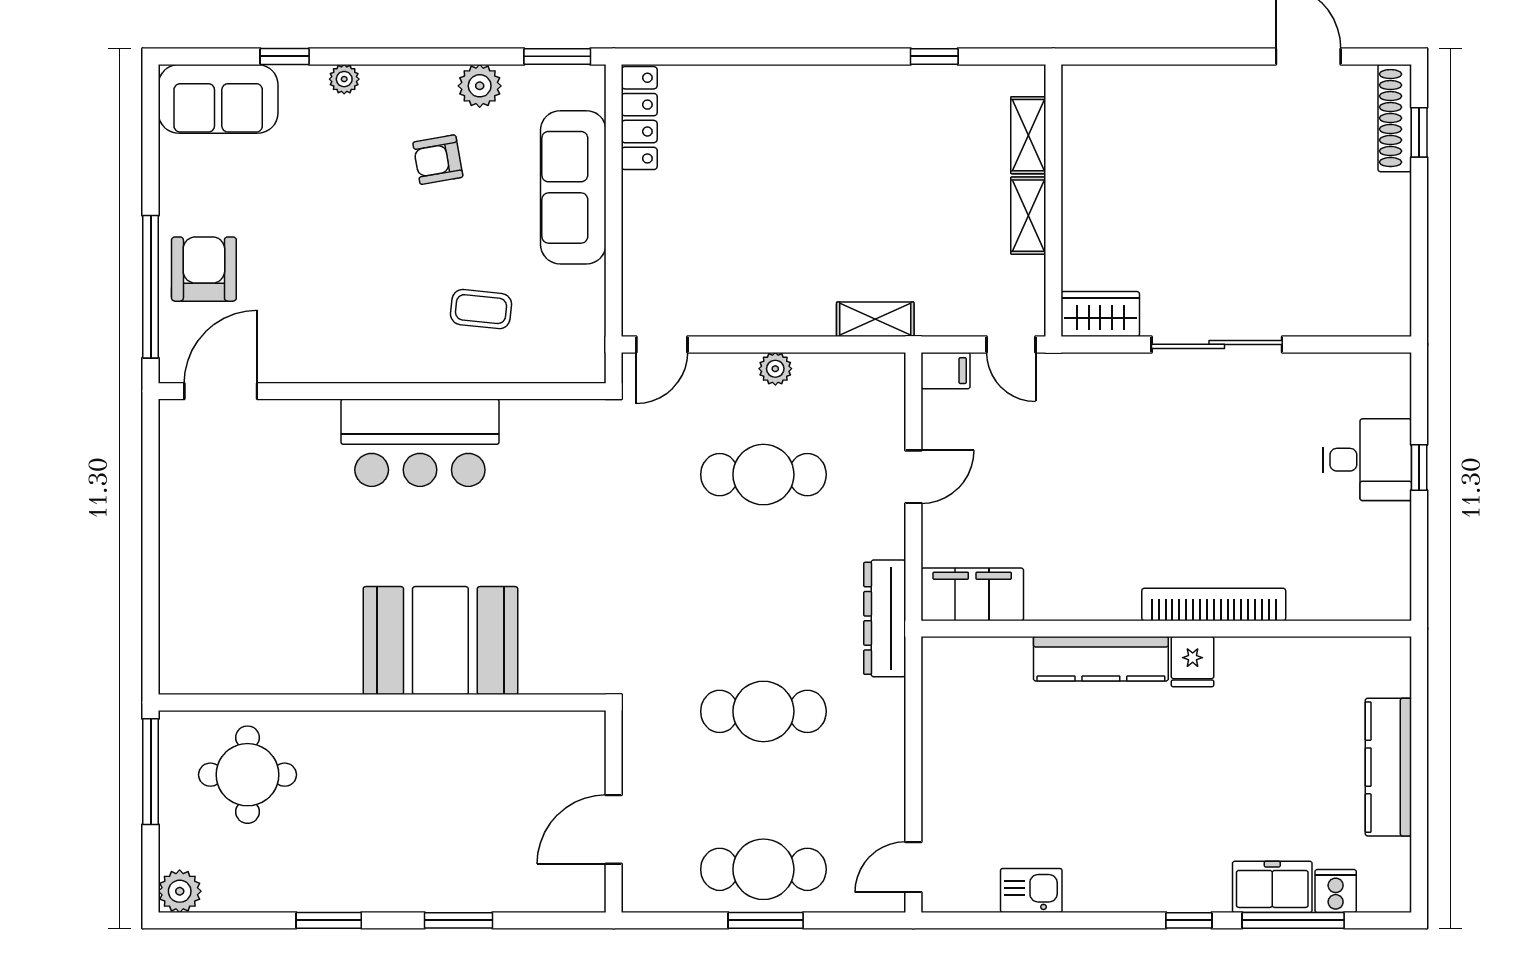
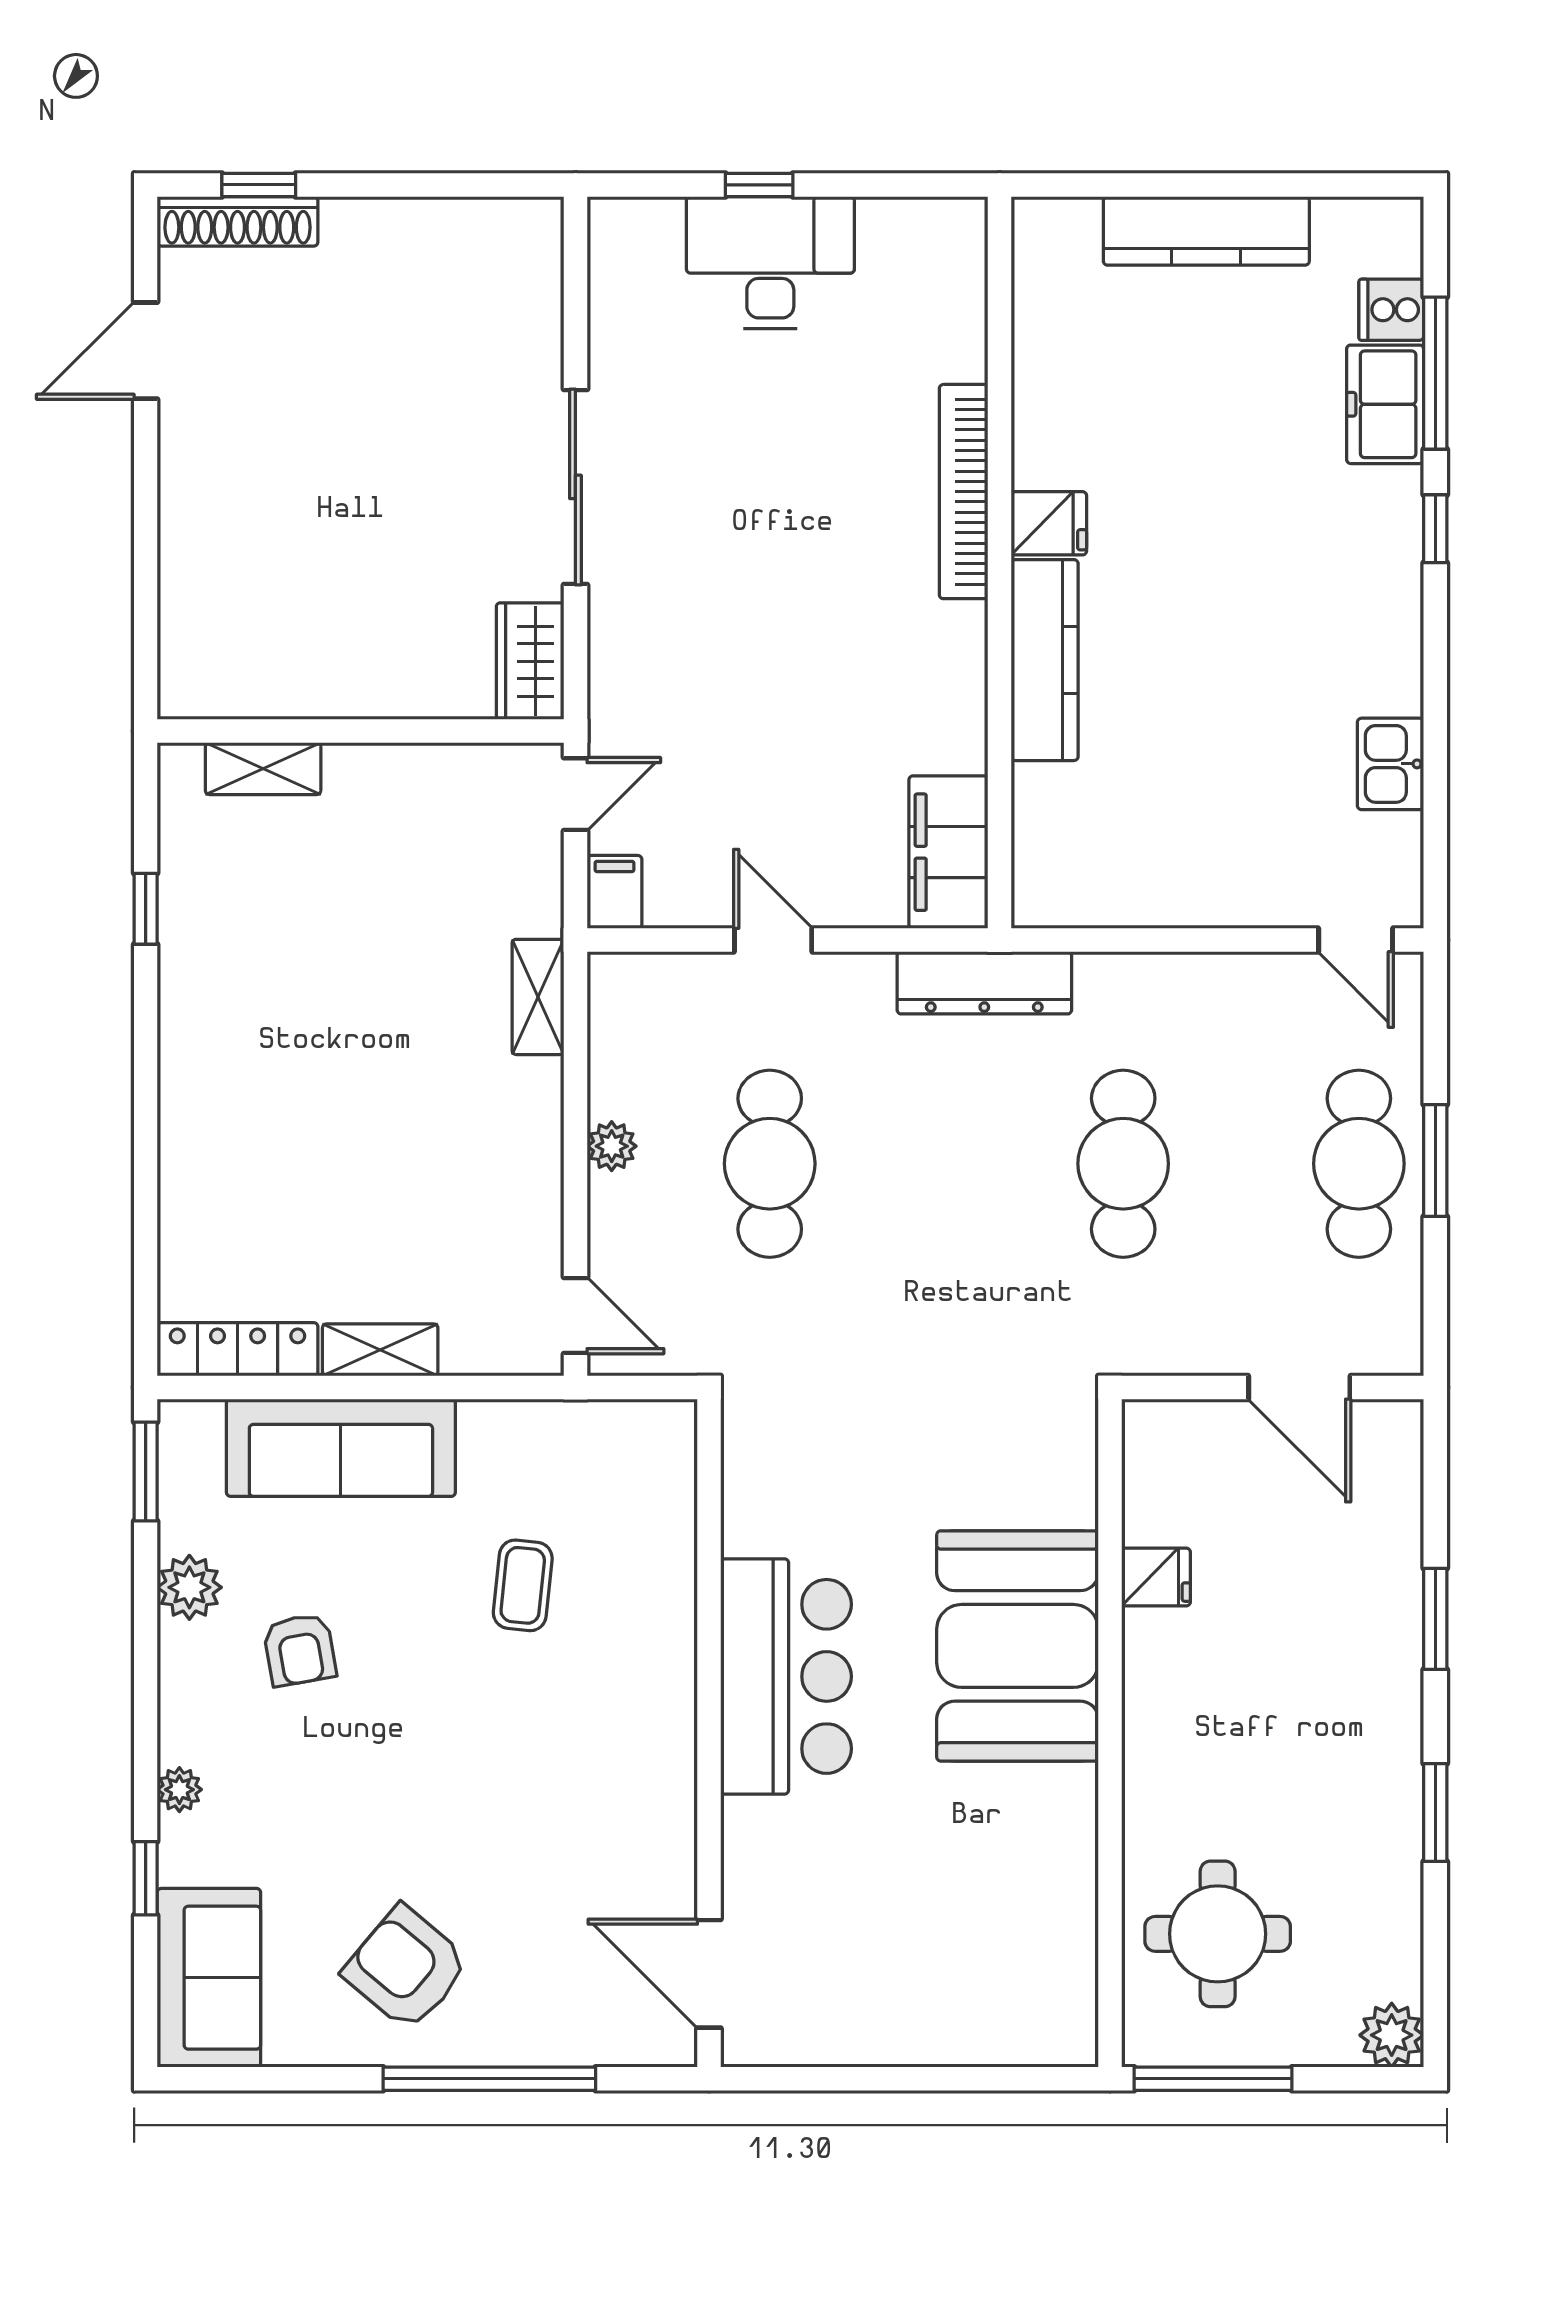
shelving: (1028, 216) -> (380, 1350), moved
armchair: (204, 269) -> (406, 1968), moved, turned 40
door: (221, 391) -> (709, 1974), moved
wall: (382, 391) -> (709, 1733), moved
bar counter: (420, 443) -> (786, 1676), moved
desk: (1367, 460) -> (770, 263), width x1.37
fridge: (487, 733) -> (1156, 1577), added

